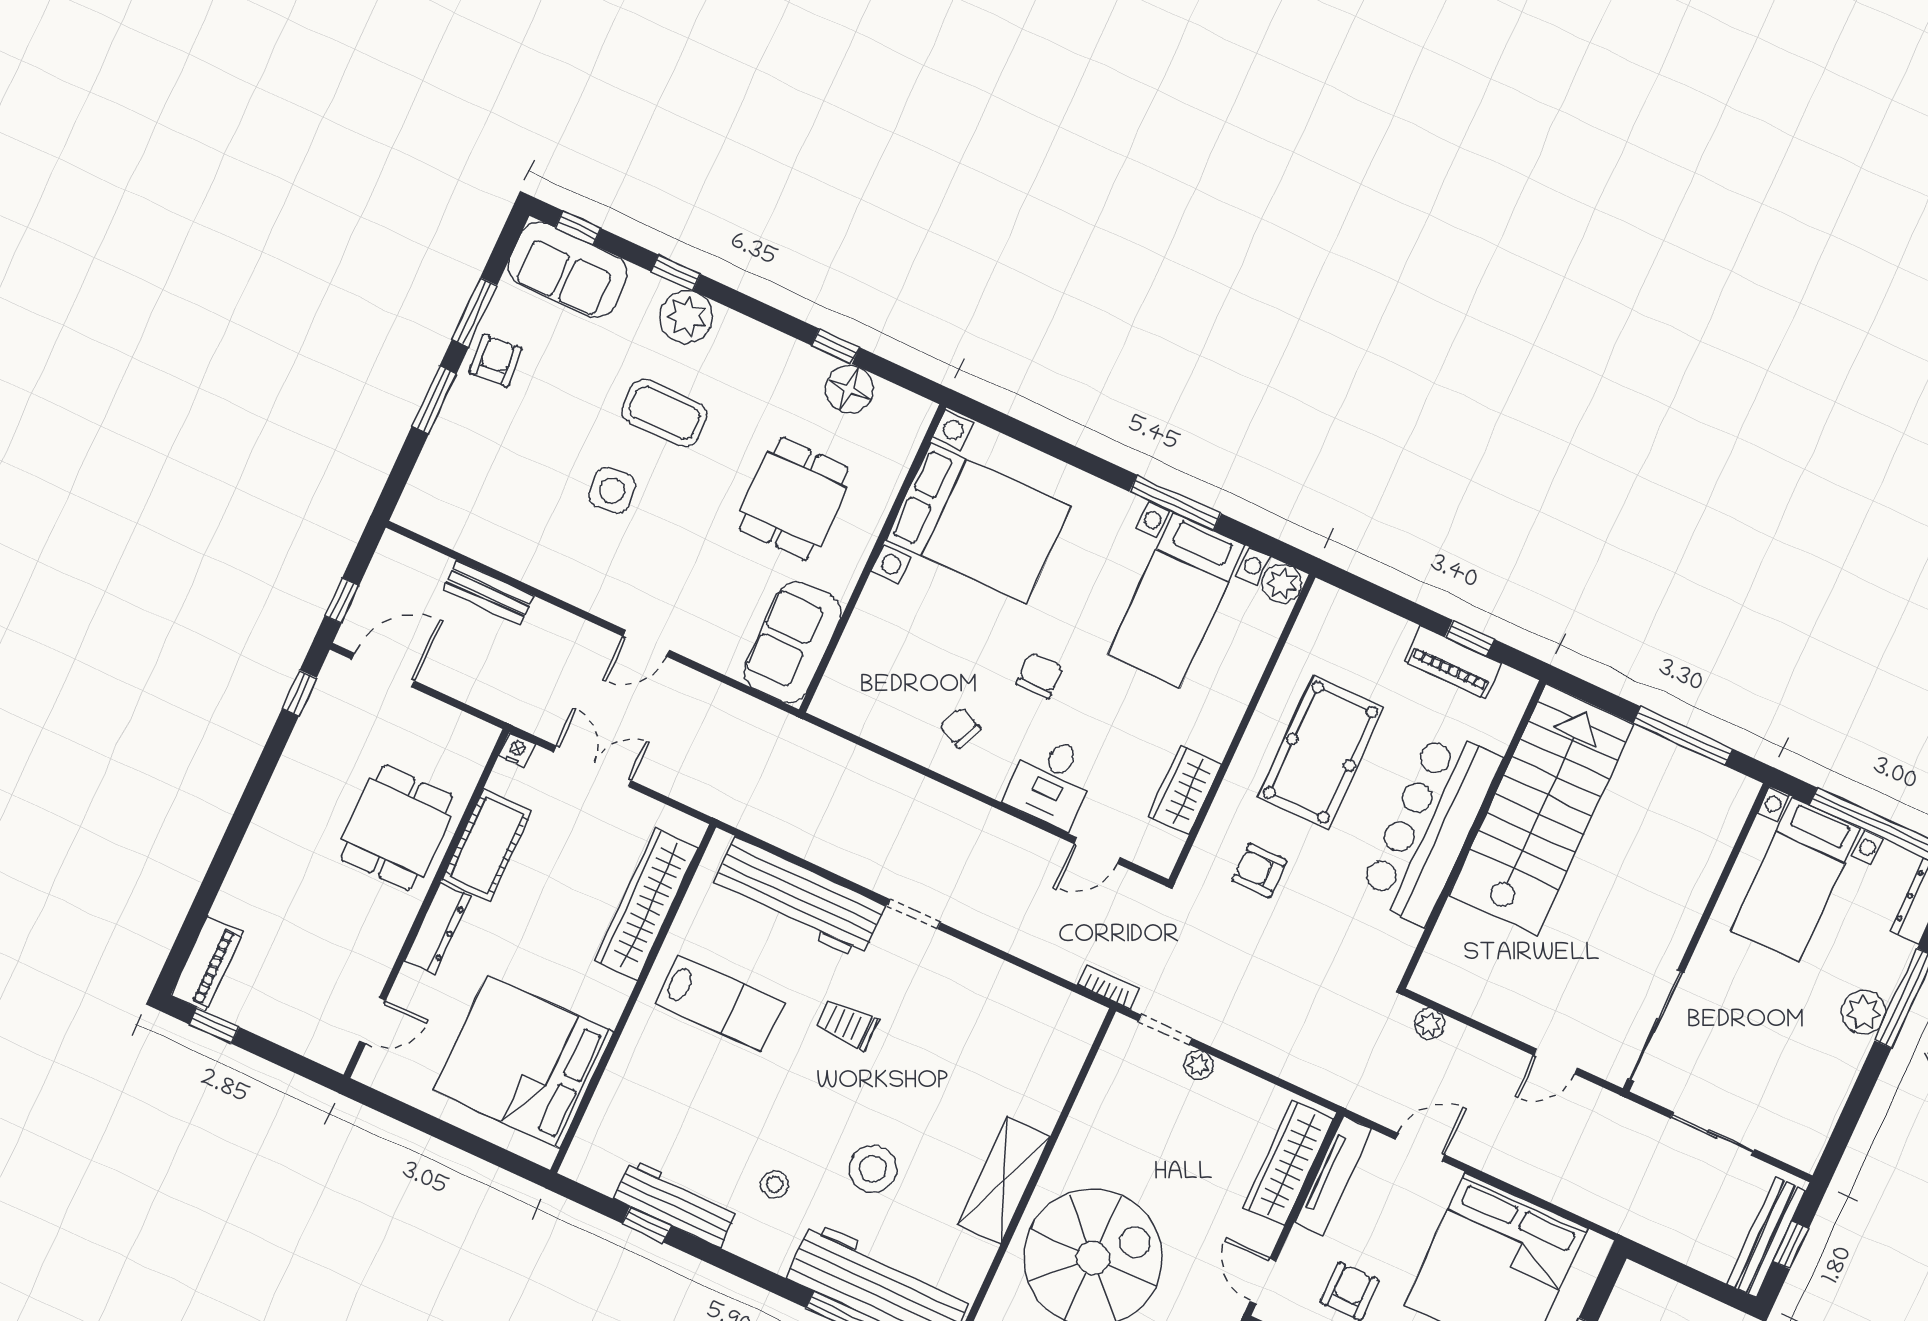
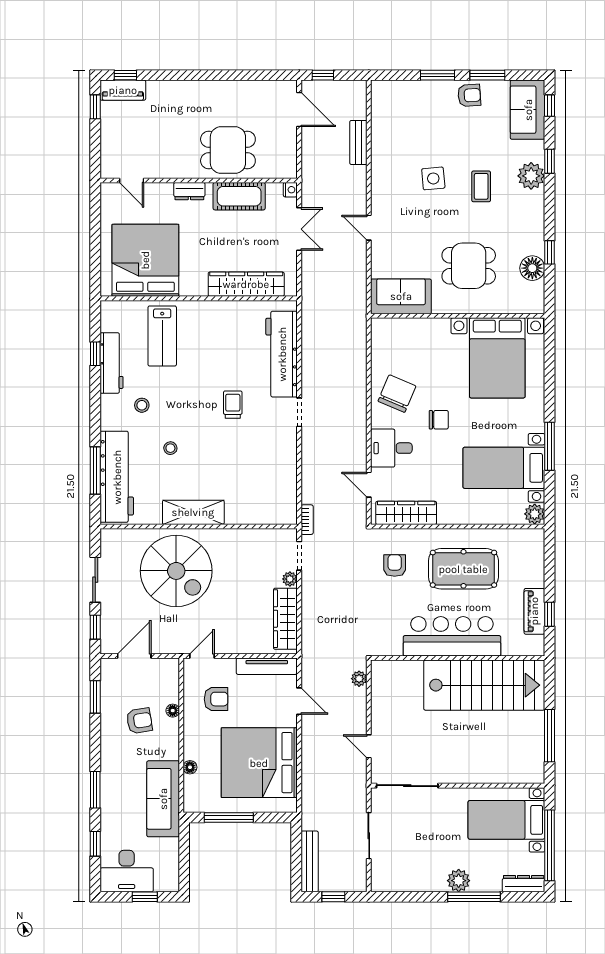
coffee table: (665, 413) -> (481, 186), width x0.73, depth x0.77
window: (299, 693) -> (125, 75), moved
chair: (960, 728) -> (397, 394), width x1.87, depth x1.87
wardrobe: (1185, 790) -> (406, 513), width x1.50
dresser: (438, 928) -> (189, 191), width x0.70
lab bench: (720, 1003) -> (162, 336), moved
wardrobe: (1288, 1163) -> (285, 619), moved, turned -90
stool: (873, 1169) -> (170, 448), width x0.53, depth x0.53
bench: (1766, 1237) -> (310, 861), moved, turned 90

